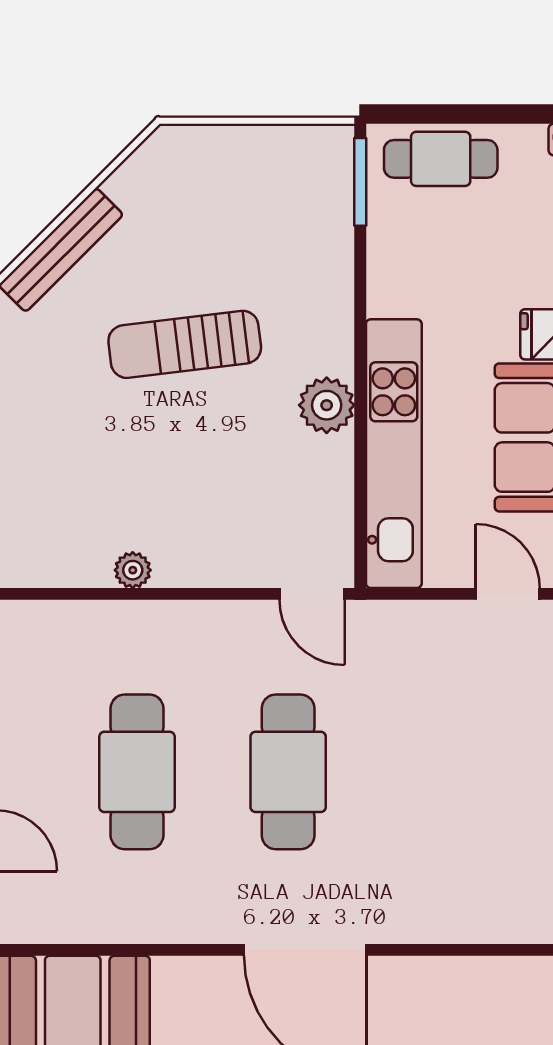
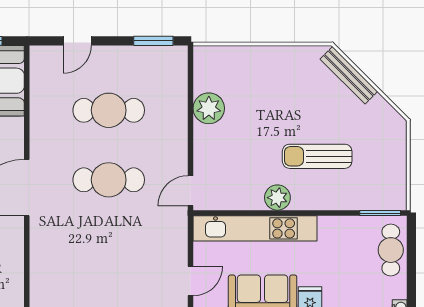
sun lounger: (185, 344) -> (317, 156), moved, turned -83
plant: (133, 570) -> (209, 108), width x1.88, depth x1.88

